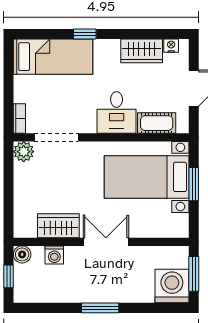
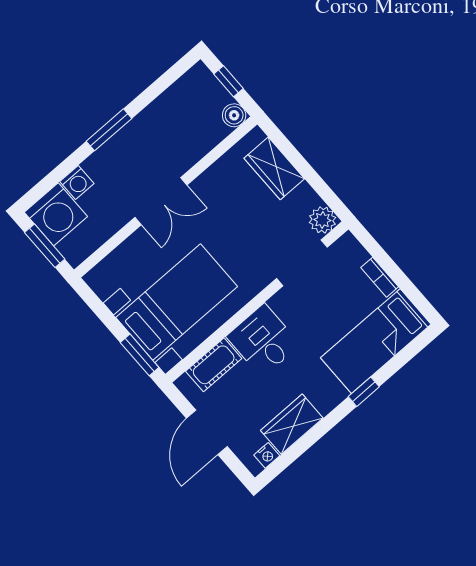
bookcase: (19, 119) -> (380, 277), moved
window: (194, 184) -> (140, 355), moved
wardrobe: (58, 226) -> (274, 168), moved, turned 90
washing machine: (54, 255) -> (77, 182), moved, turned 180

